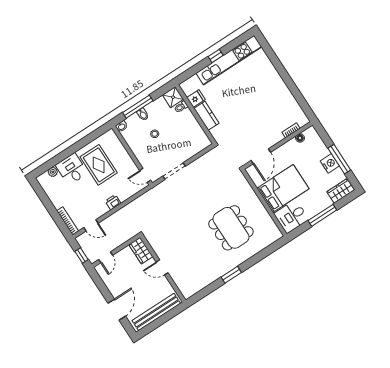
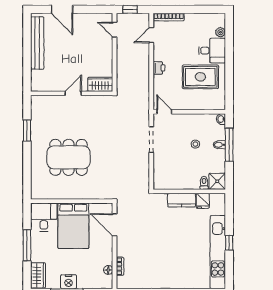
door: (145, 175) -> (164, 112), hinge flipped
wardrobe: (141, 251) -> (100, 84), moved
door: (162, 267) -> (73, 93), moved
wall: (163, 269) -> (72, 93), moved

